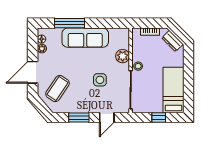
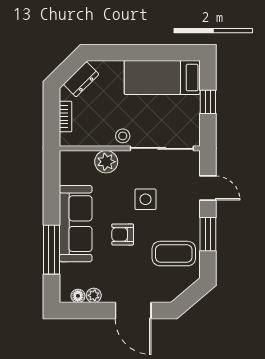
armchair: (79, 66) -> (123, 234), added
coffee table: (57, 89) -> (174, 254), moved, turned -34

